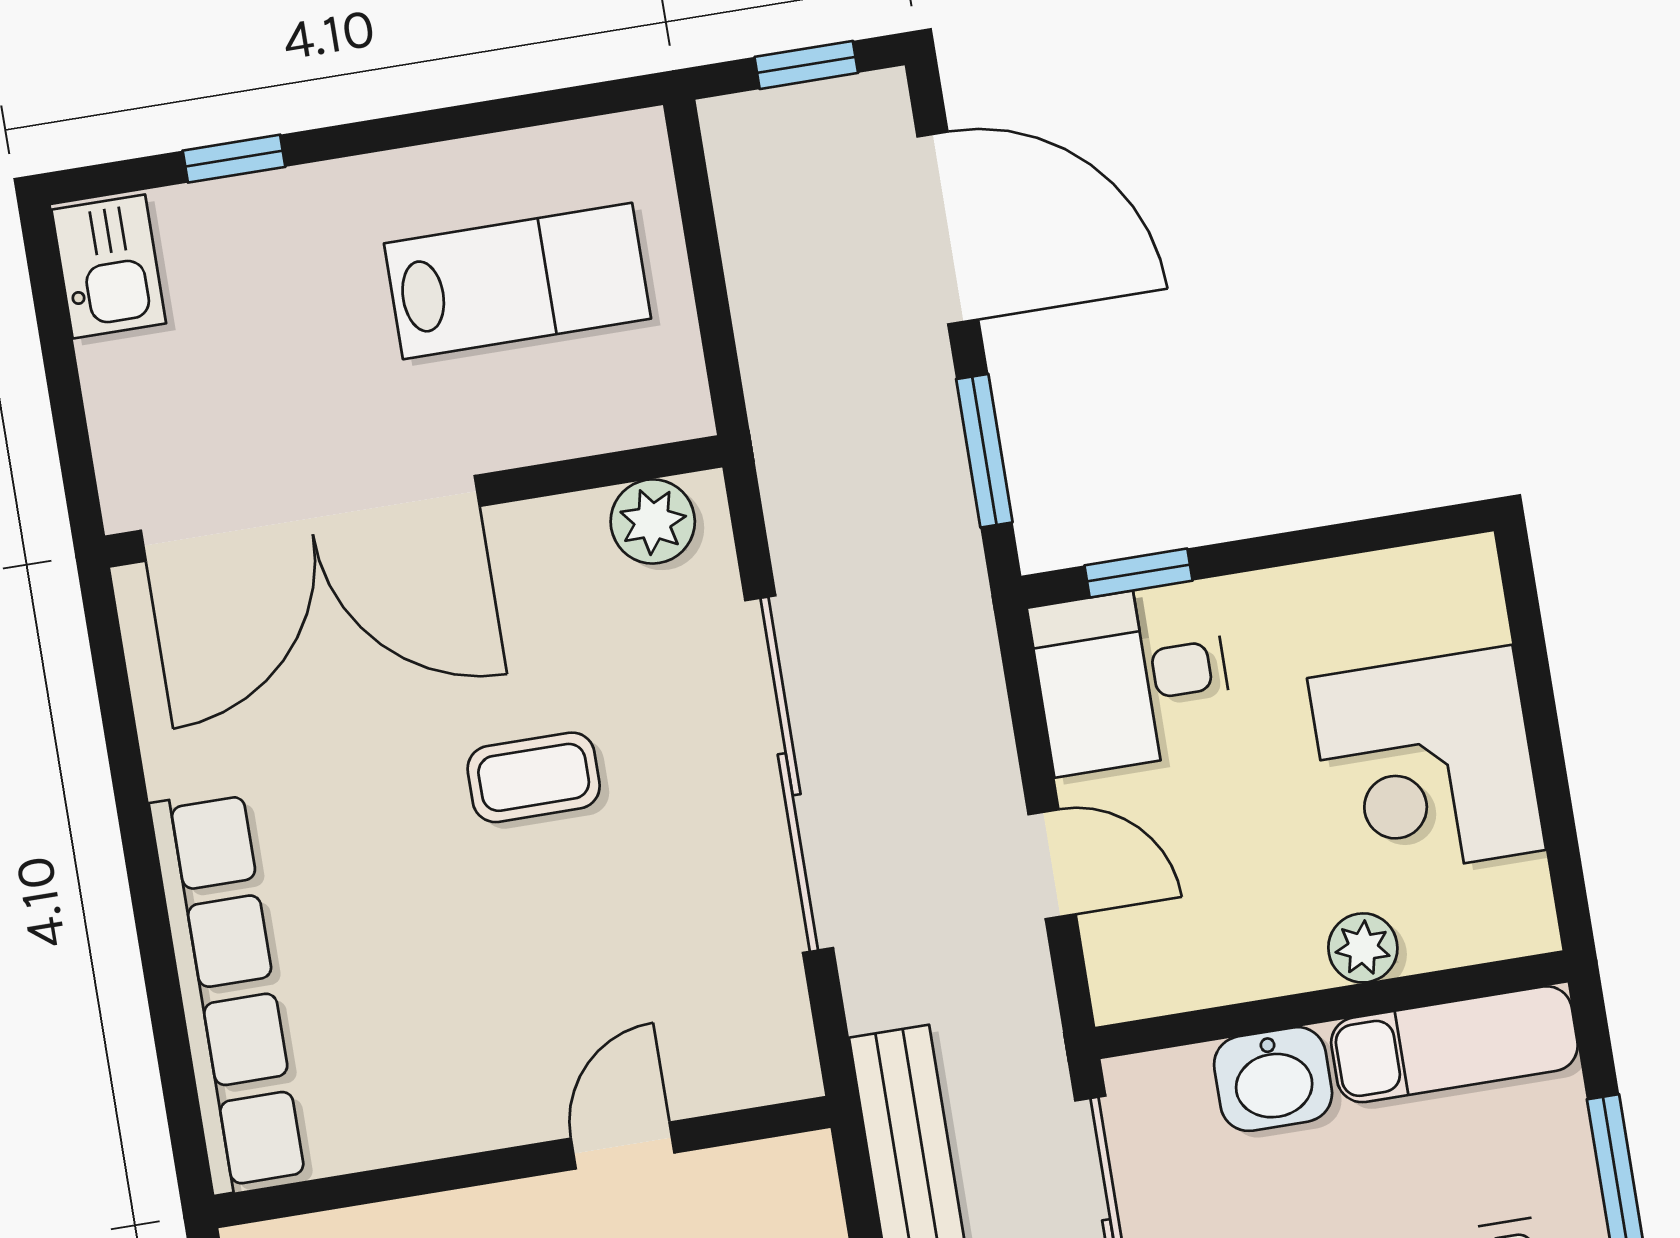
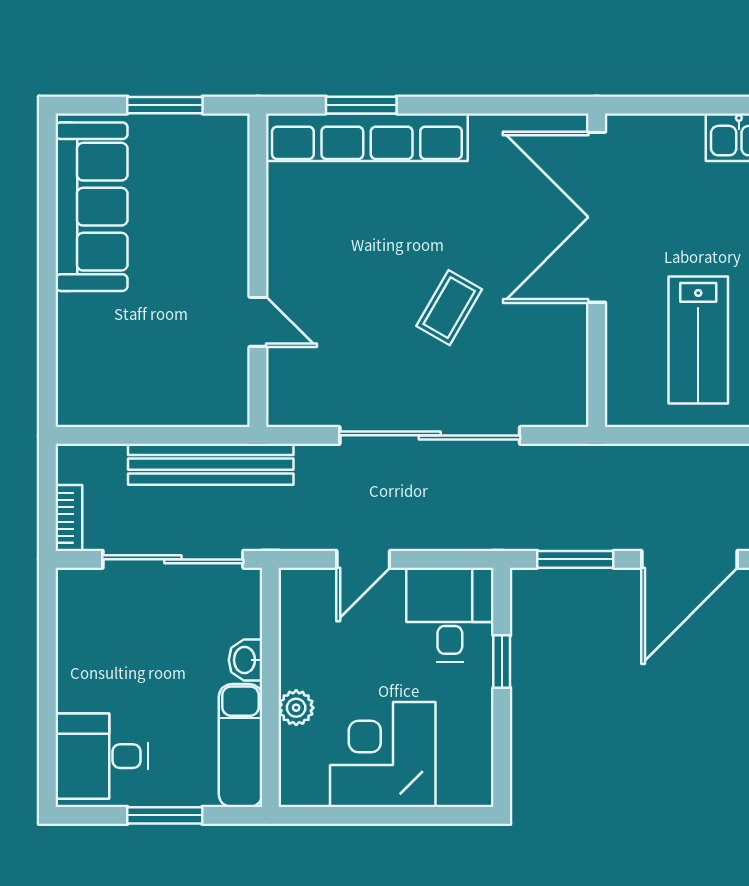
plant: (653, 521) -> (567, 388), removed
window: (1138, 573) -> (502, 662), moved
coffee table: (534, 777) -> (449, 308), turned 30
window: (167, 1013) -> (361, 105), added
washbasin: (1273, 1079) -> (245, 660), width x0.72, depth x0.69

